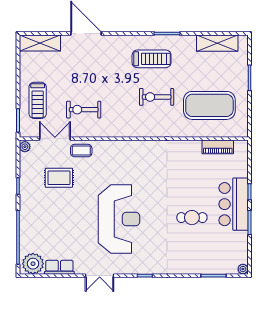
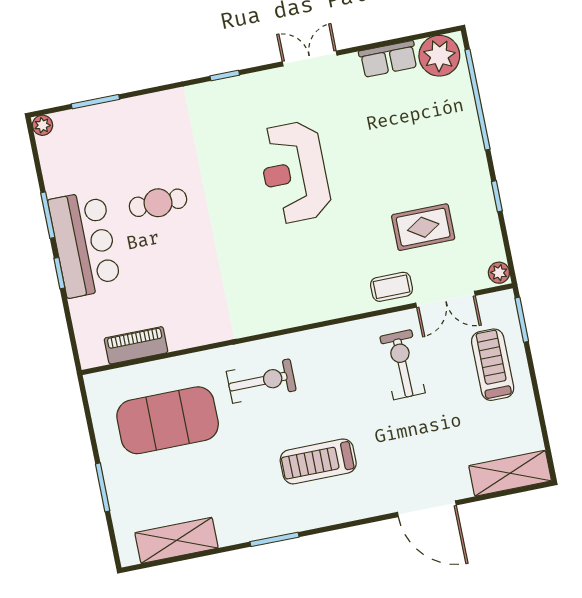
treadmill: (152, 59) -> (318, 461), moved
exercise bike: (157, 97) -> (261, 381), moved
exercise bike: (84, 110) -> (402, 365), turned -91
reception desk: (119, 219) -> (294, 172), width x0.74, depth x0.77

